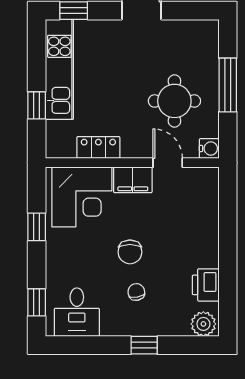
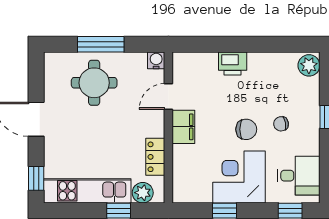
round table: (174, 101) -> (94, 83), moved
plant: (57, 133) -> (143, 193), added
corner desk: (82, 197) -> (239, 177), moved, turned -90
printer: (206, 285) -> (233, 63), moved

